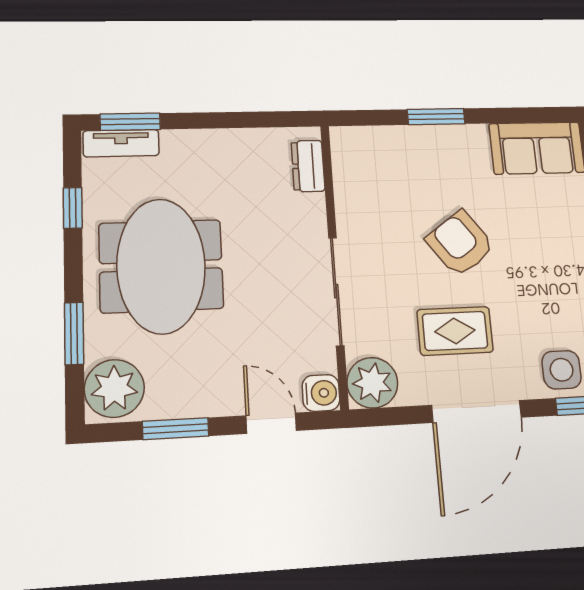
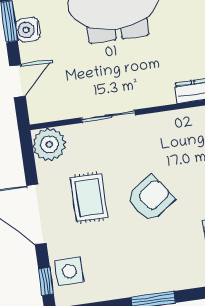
sliding door: (336, 291) -> (108, 116), width x0.73
water cooler: (321, 393) -> (28, 30), moved, turned 90

